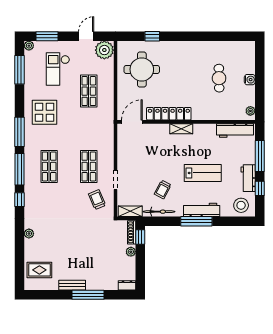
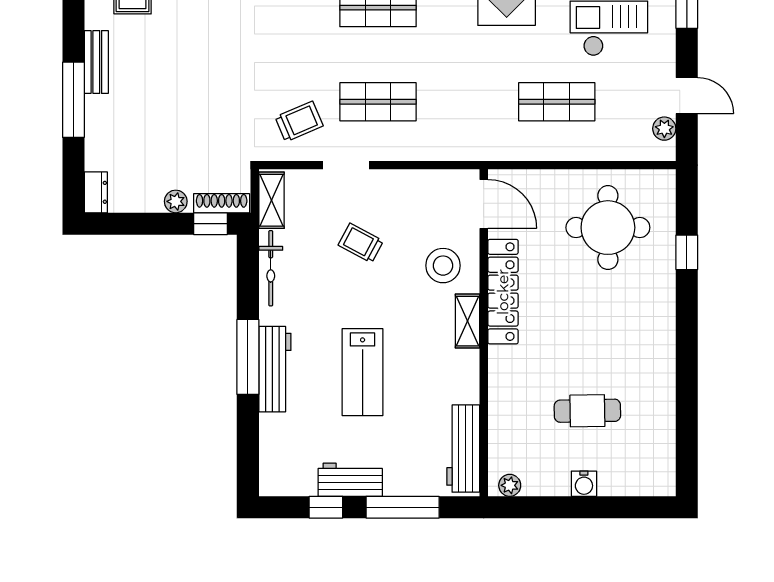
plant: (104, 50) -> (664, 129), width x0.53, depth x0.53
trolley: (163, 189) -> (361, 243), moved
stool: (241, 205) -> (443, 266), moved

